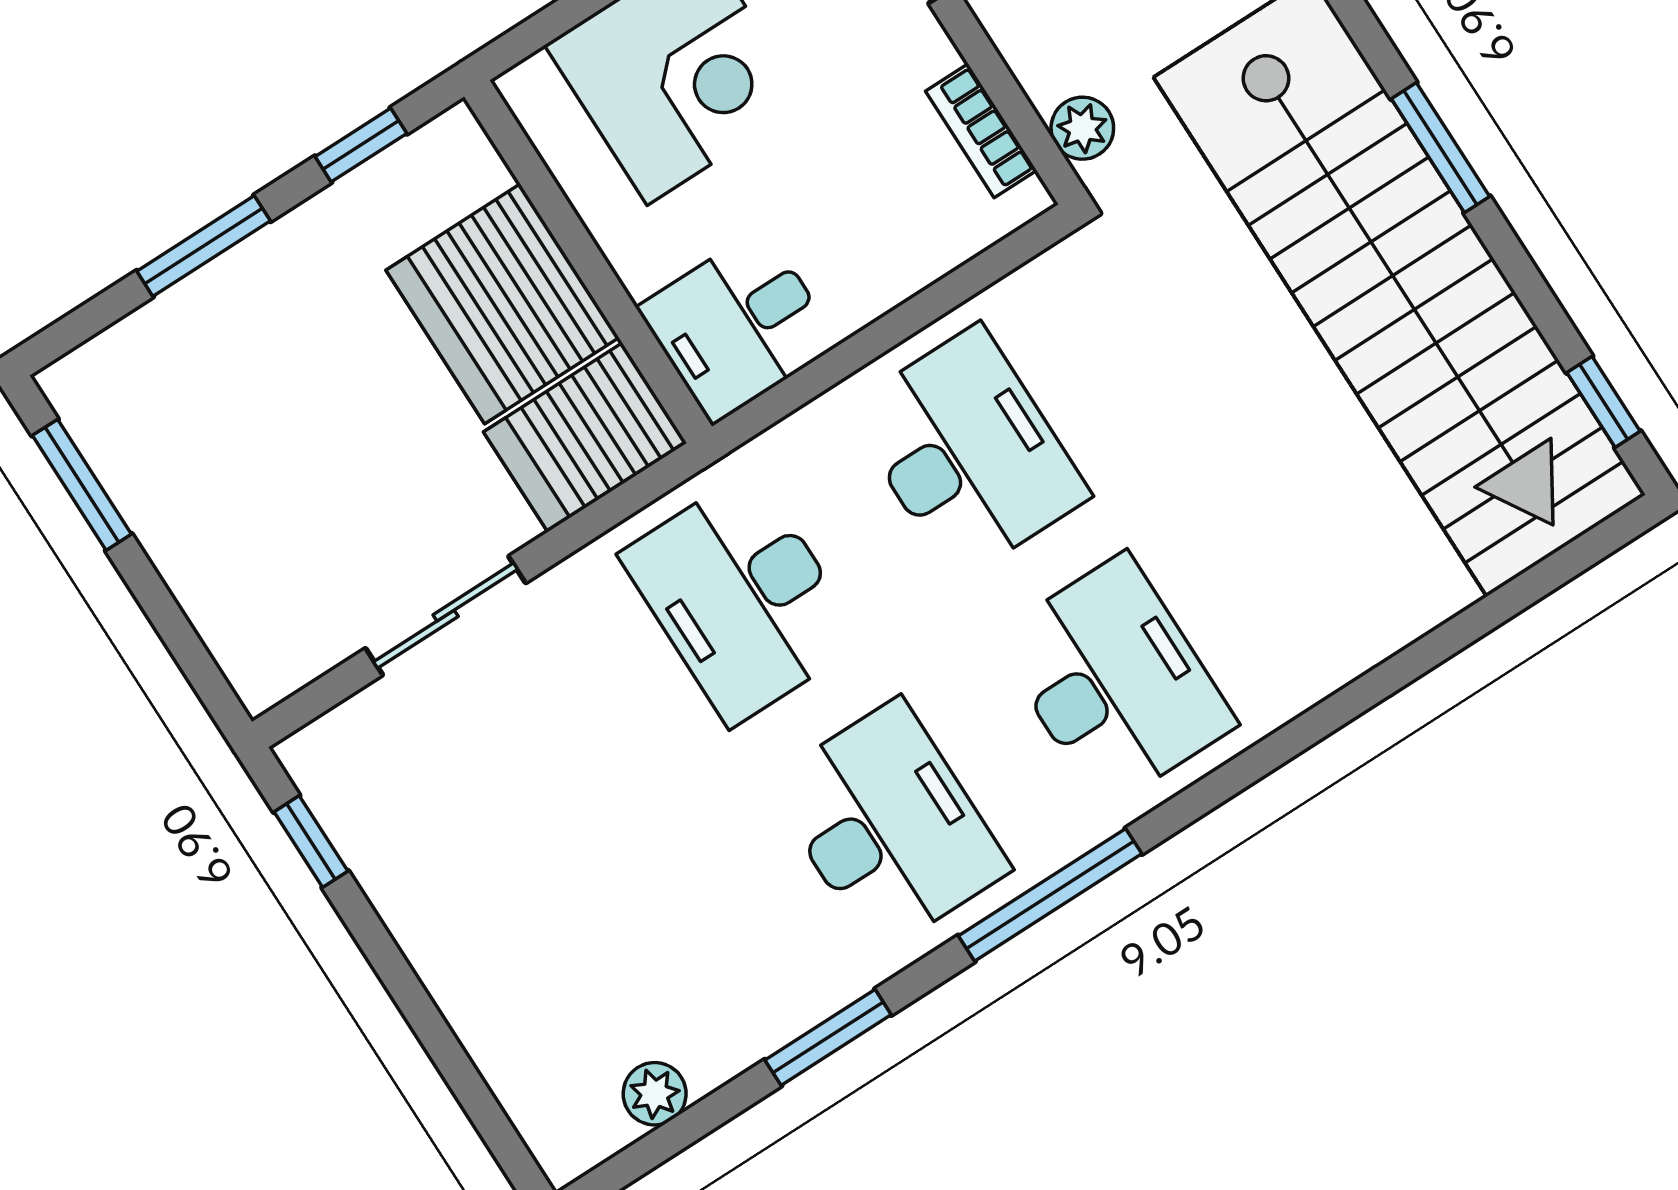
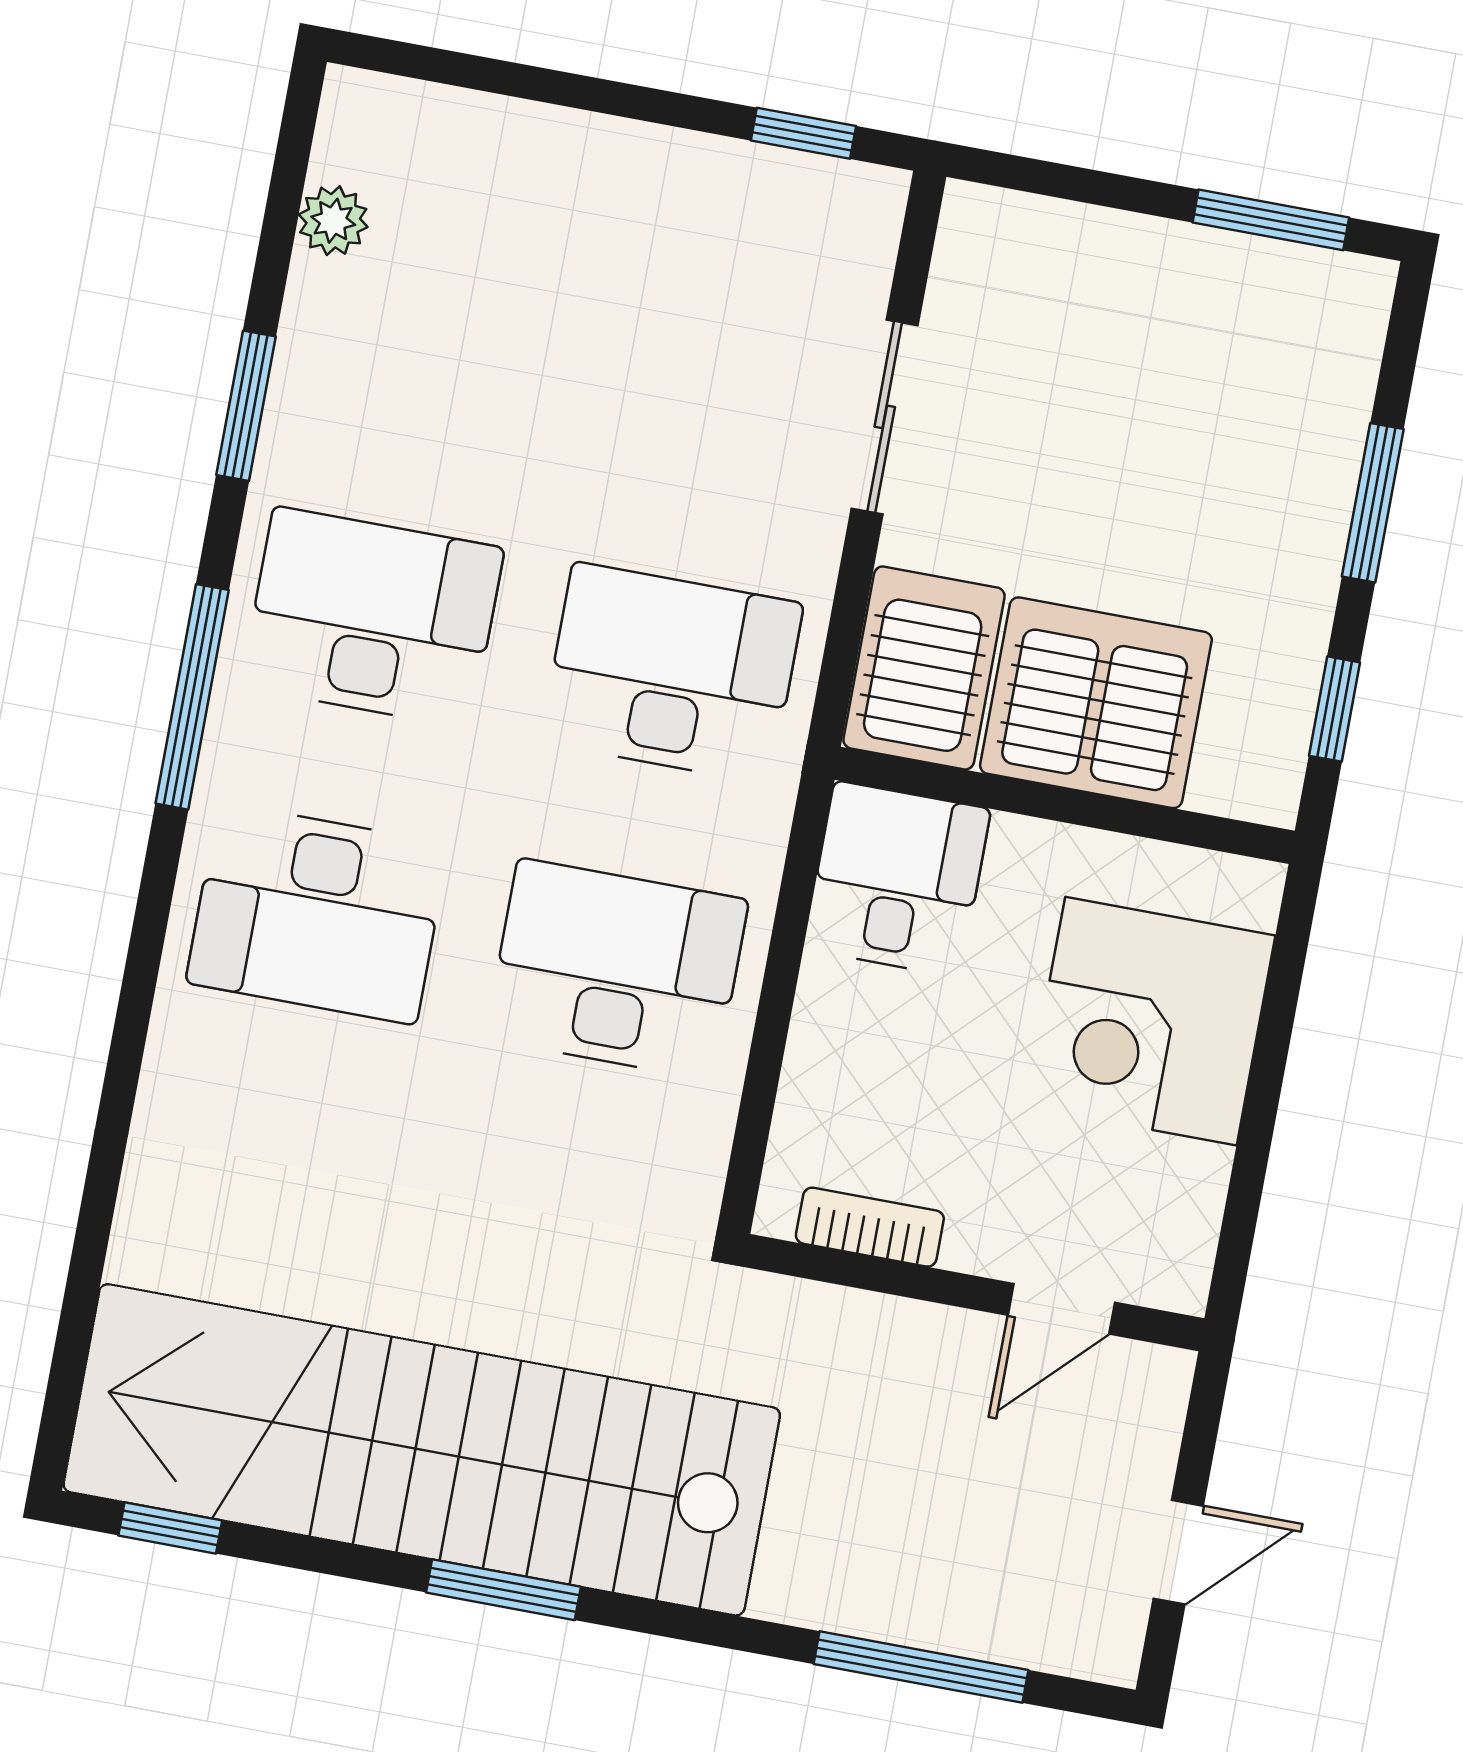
plant: (1082, 128) -> (794, 1312), removed
desk: (968, 453) -> (617, 969), turned 180
desk: (888, 826) -> (372, 617), turned 180

